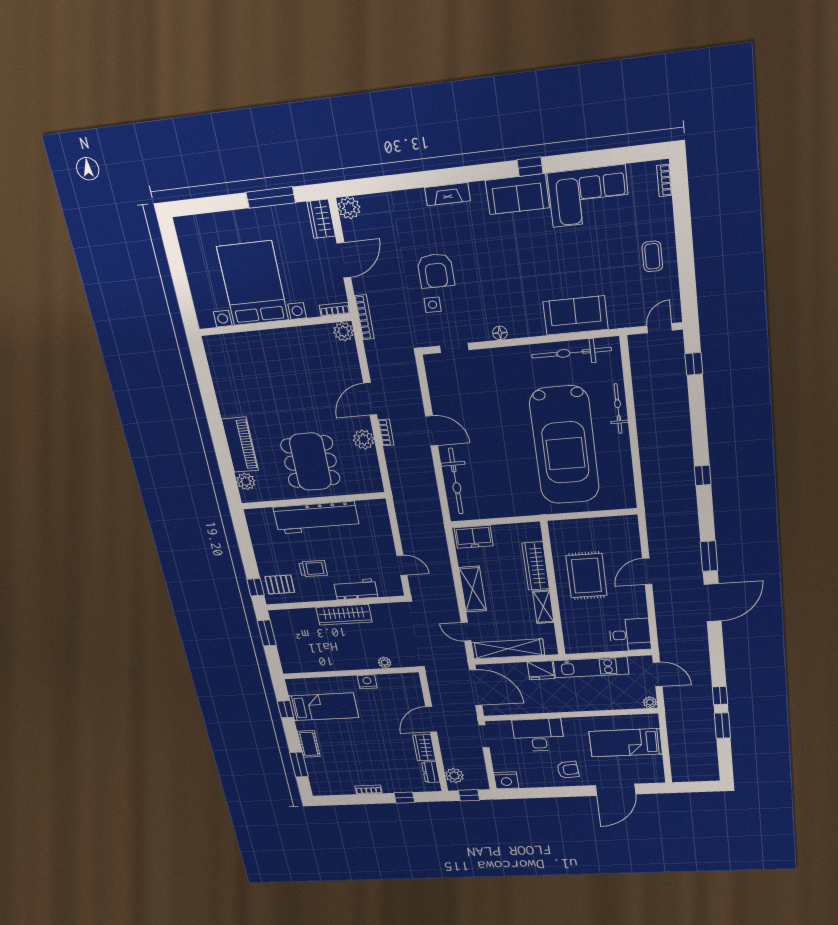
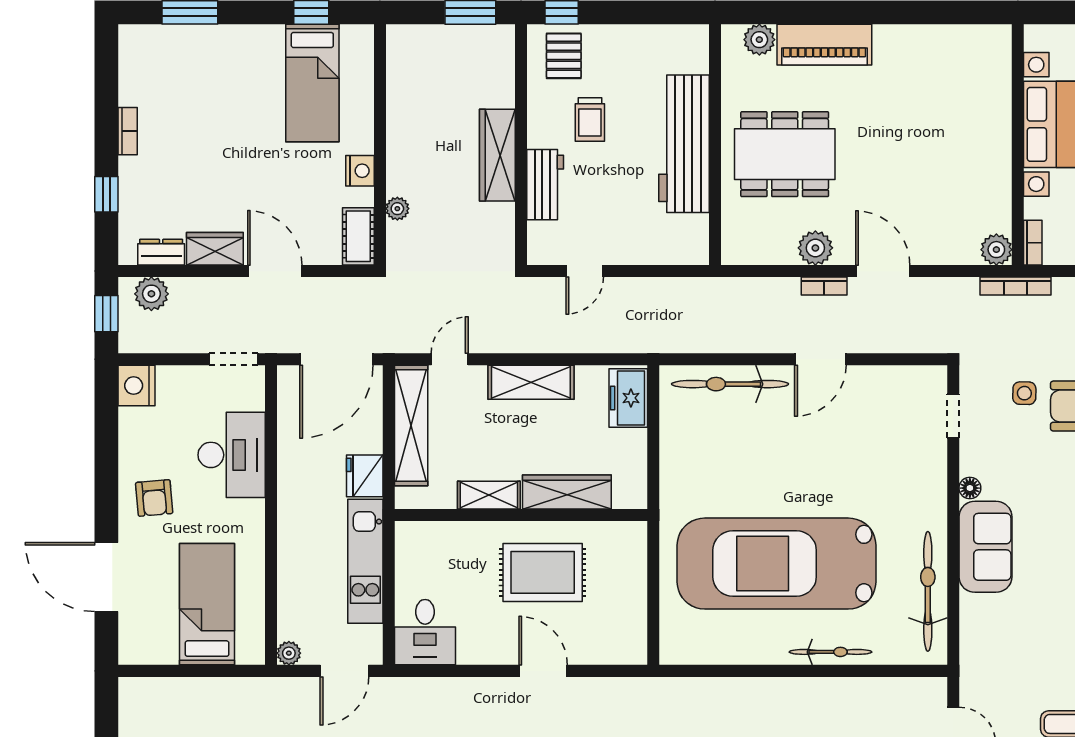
sofa: (576, 315) -> (985, 547), moved
cot: (309, 744) -> (358, 236), moved, turned 90

